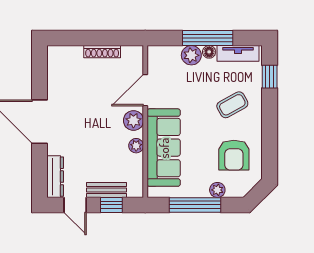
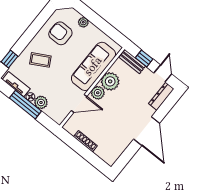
plant: (136, 146) -> (110, 81), width x1.88, depth x1.88
armchair: (234, 155) -> (60, 33), turned -90
bench: (107, 190) -> (132, 62), moved
window: (195, 205) -> (101, 24), removed

